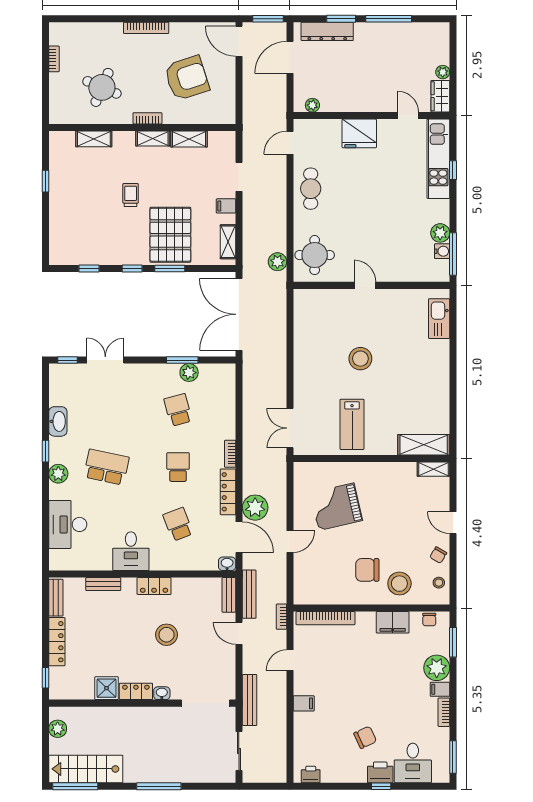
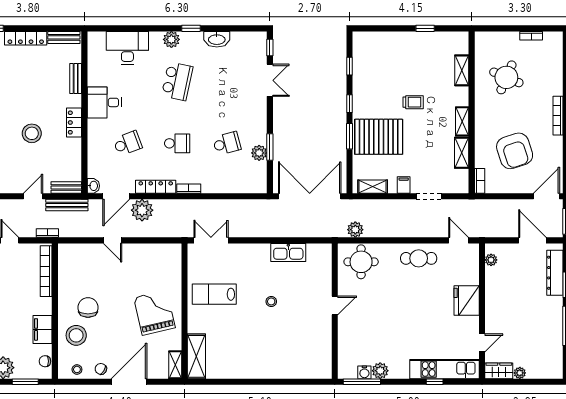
bookcase: (147, 118) -> (480, 181), moved
kitchen sink: (439, 319) -> (288, 252), moved, turned 180
stool: (360, 359) -> (271, 301), width x0.53, depth x0.53
grand piano: (336, 507) -> (154, 313), moved
door: (453, 523) -> (129, 382), width x1.87

